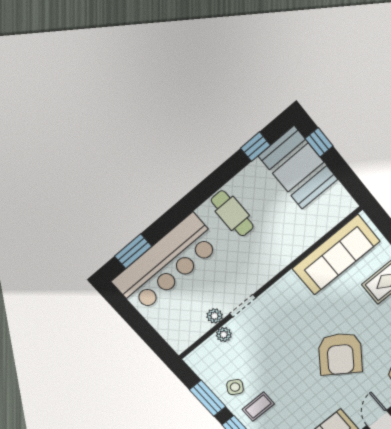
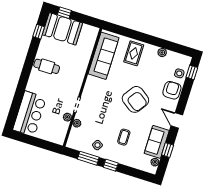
window: (133, 251) -> (14, 110), removed
bar counter: (166, 263) -> (30, 114), width x0.73
coffee table: (258, 407) -> (124, 137), moved

